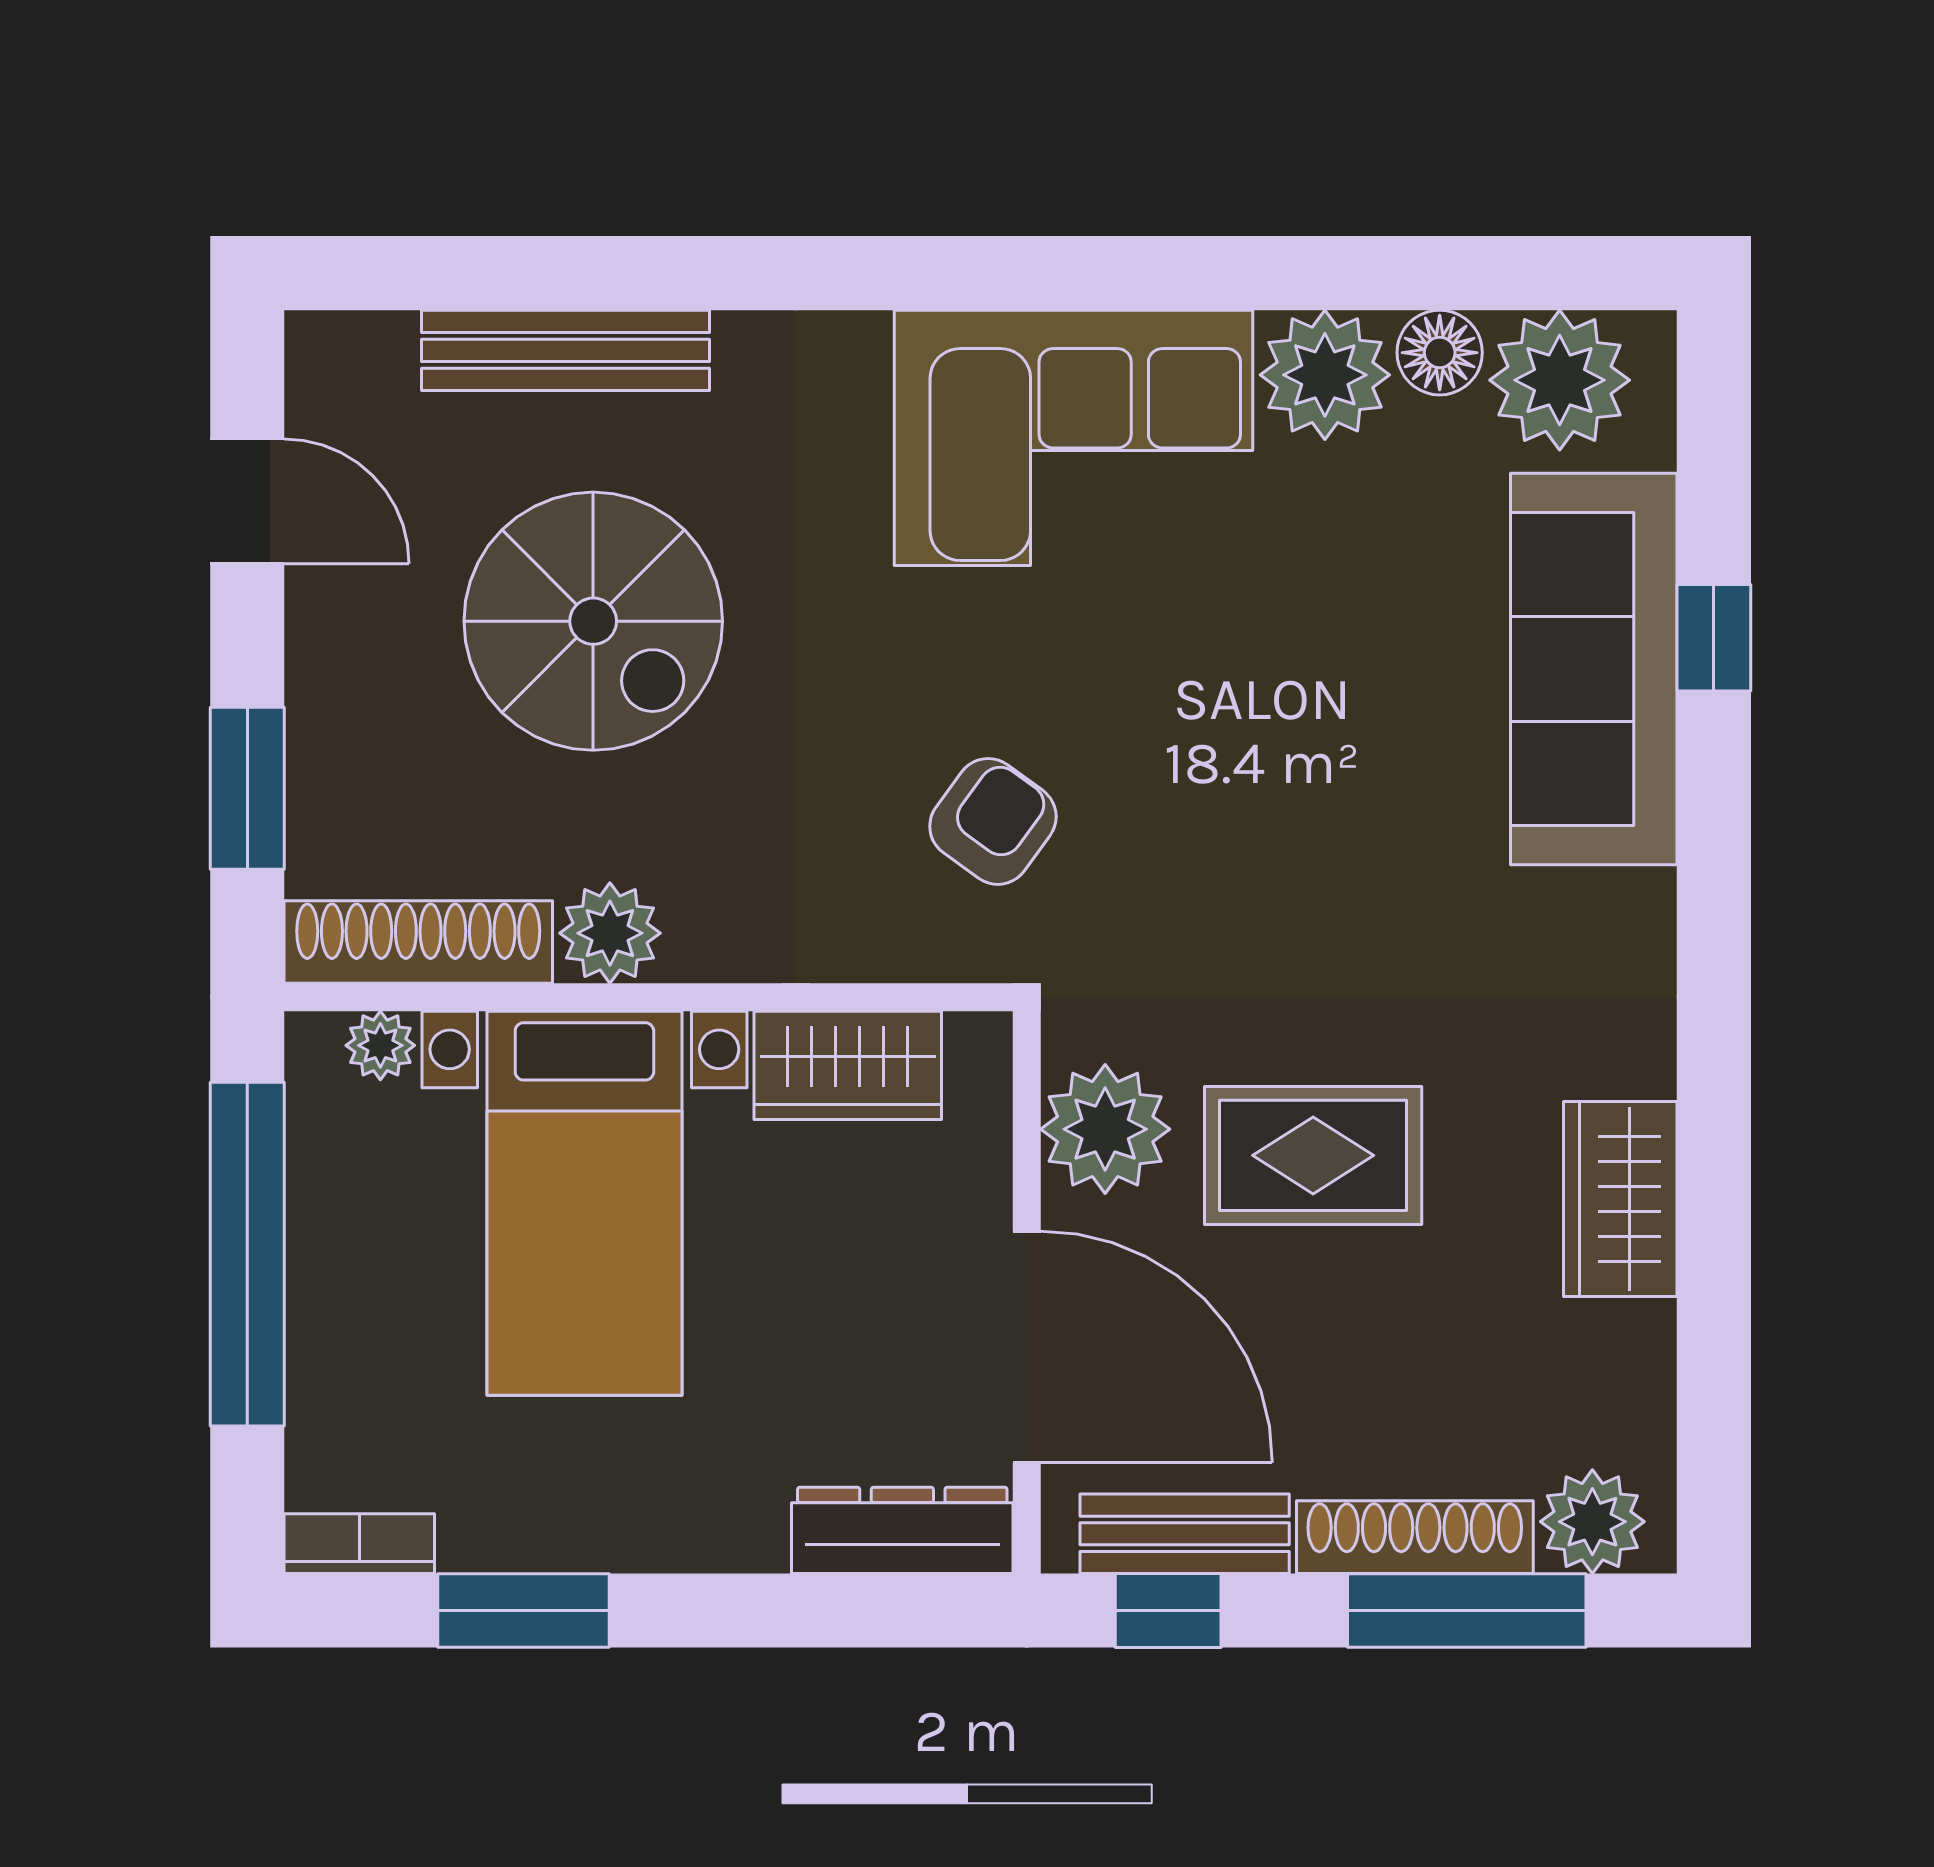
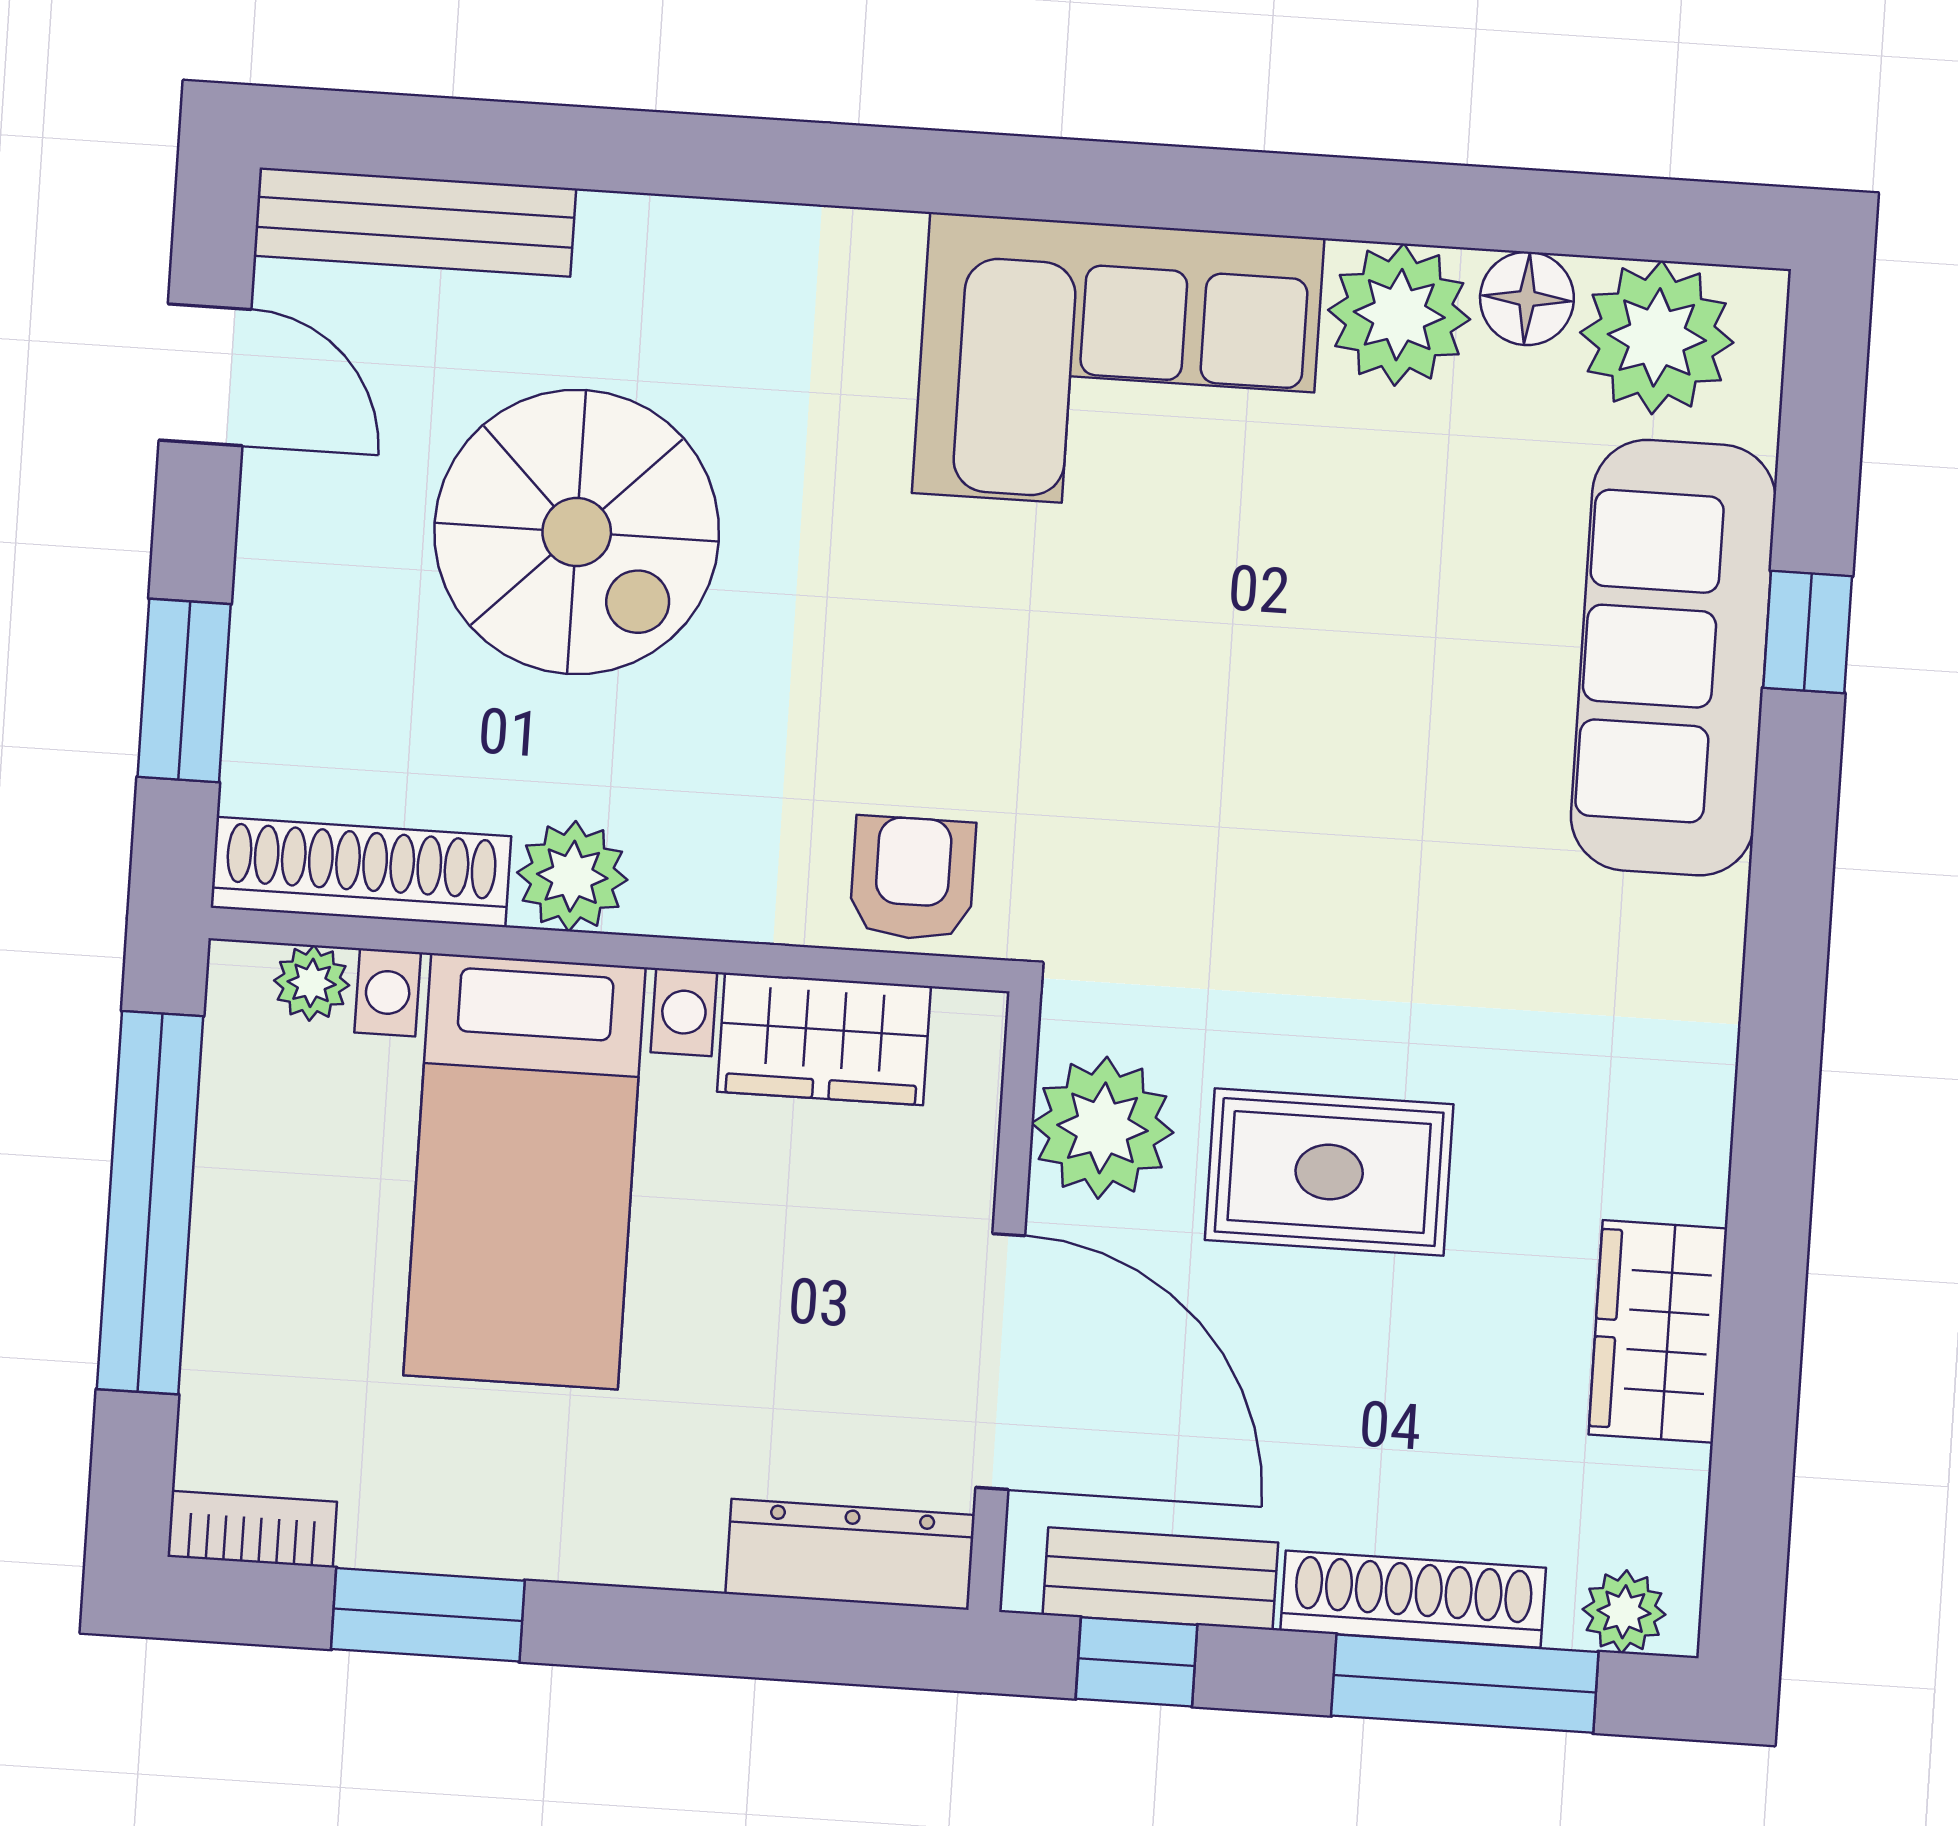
bench: (566, 350) -> (415, 222), moved
armchair: (993, 821) -> (913, 878), moved, turned -36
wardrobe: (1620, 1199) -> (1658, 1331), moved
plant: (1592, 1522) -> (1624, 1612), width x0.73, depth x0.73

